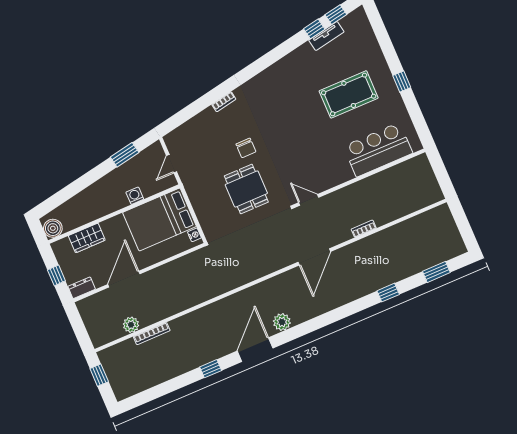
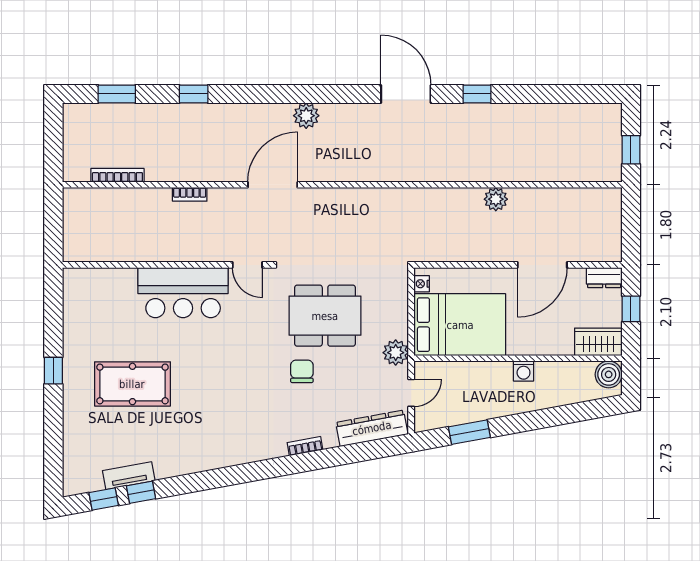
dresser: (187, 131) -> (372, 428), added
bar counter: (378, 150) -> (183, 293), moved
plant: (192, 185) -> (396, 353), added
dining table: (246, 189) -> (325, 316), width x1.38
washing machine: (135, 196) -> (524, 371), moved
wardrobe: (87, 238) -> (598, 342), moved
plant: (282, 322) -> (306, 116), moved
plant: (131, 325) -> (496, 199), moved
bookcase: (152, 334) -> (117, 175), moved
door: (255, 350) -> (406, 94), swing flipped

